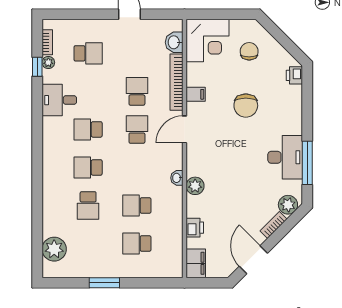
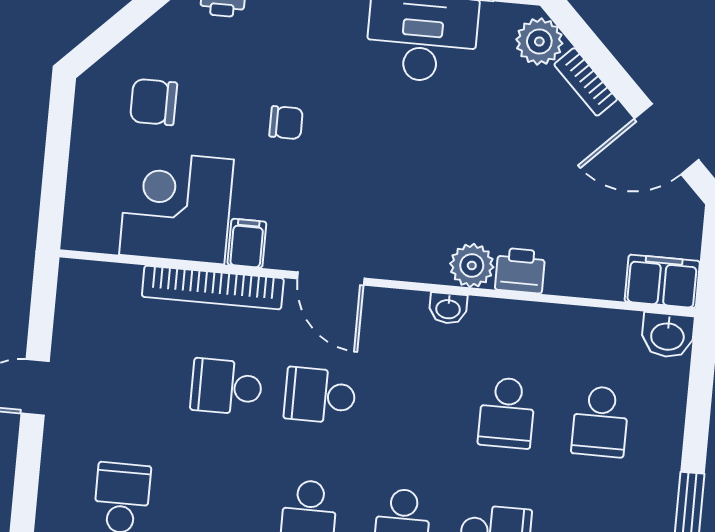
corner desk: (208, 41) -> (176, 207), moved, turned -90
washbasin: (174, 42) -> (668, 335), moved
chair: (246, 106) -> (286, 123), width x0.54, depth x0.54
printer: (195, 228) -> (520, 271), moved

